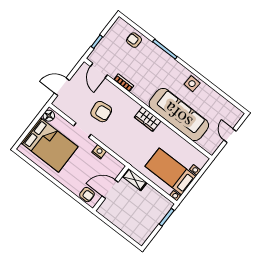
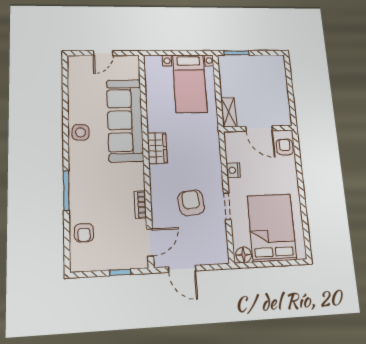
door: (62, 87) -> (182, 269), moved

